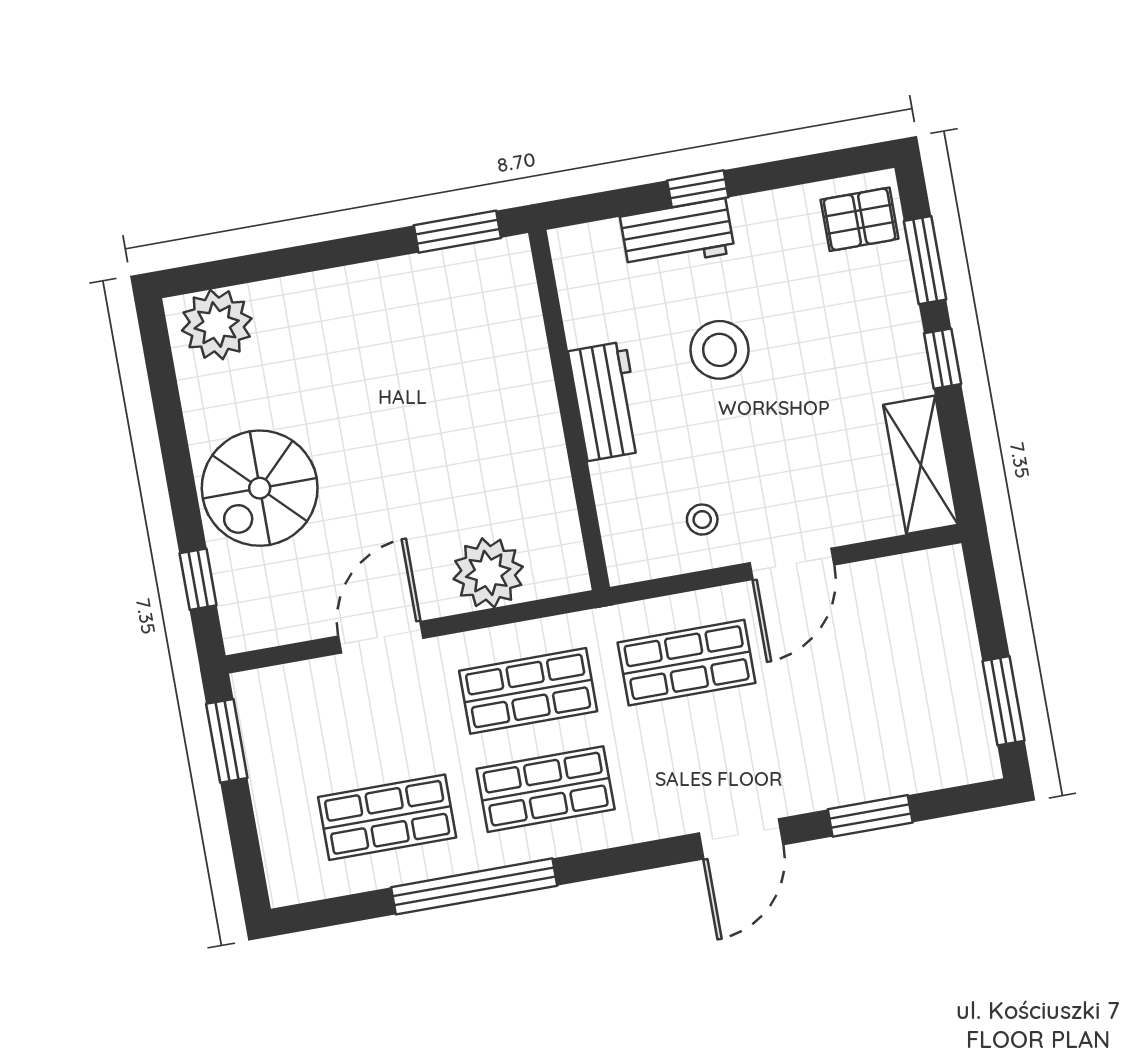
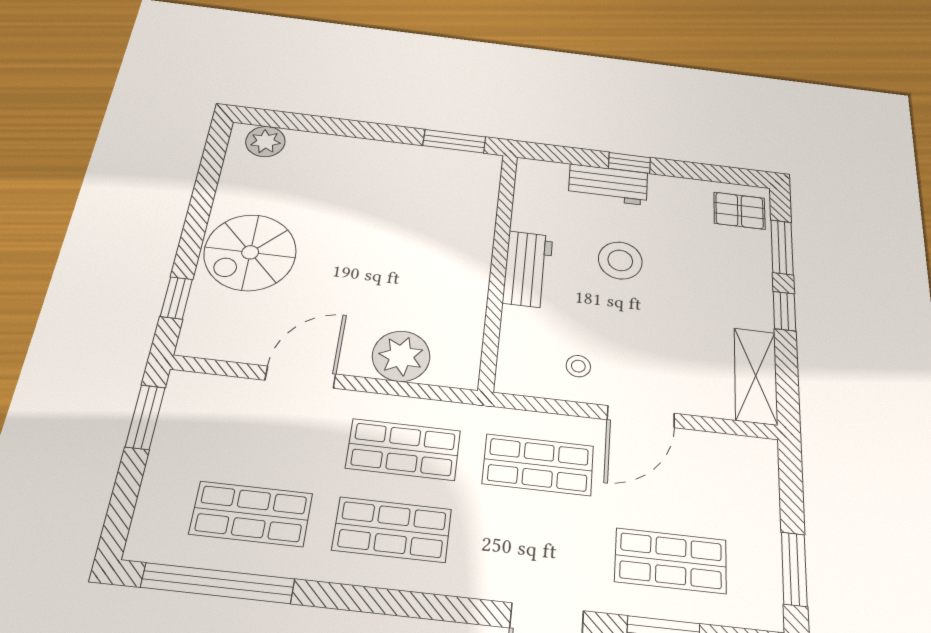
plant: (217, 324) -> (265, 141), width x0.73, depth x0.73
shop shelf: (862, 733) -> (671, 561), added
window: (474, 886) -> (218, 583), moved

